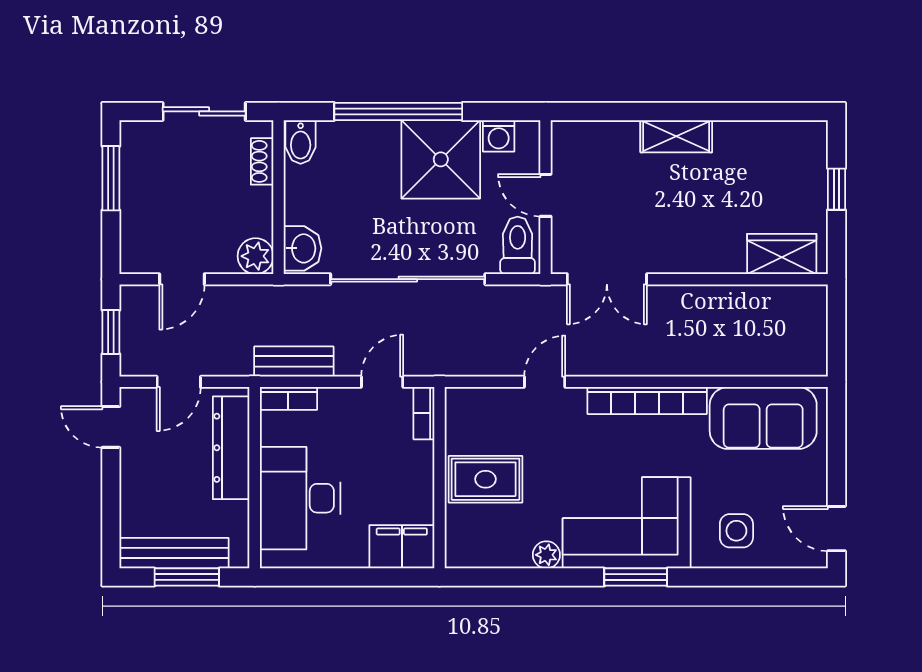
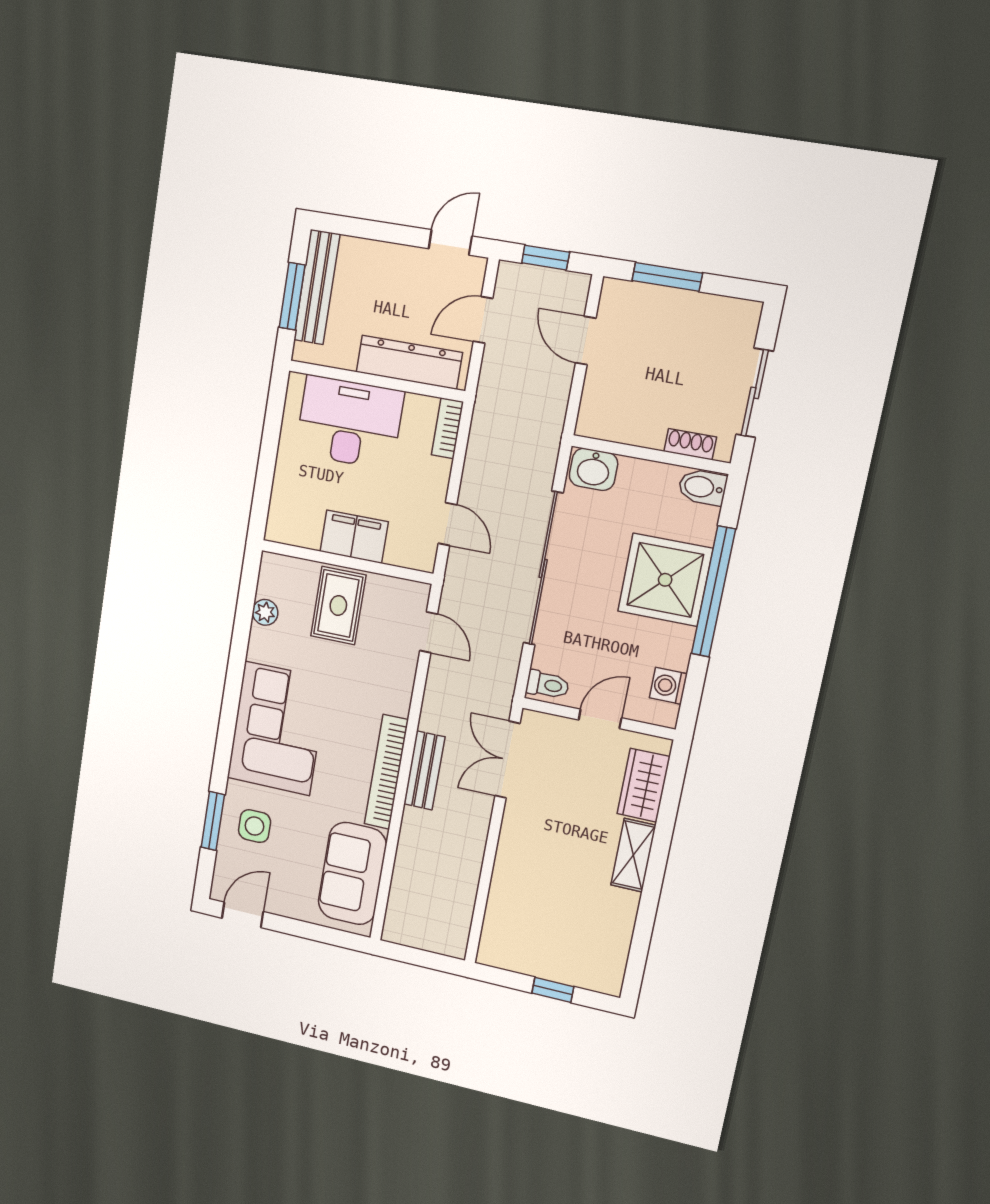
shower: (441, 159) -> (665, 580), moved
window: (111, 178) -> (667, 277), moved
toilet: (518, 245) -> (547, 685), width x0.73, depth x0.72
wardrobe: (782, 254) -> (644, 785), moved, turned 180
plant: (256, 256) -> (595, 420), removed
bench: (294, 362) -> (424, 770), moved
door: (179, 382) -> (483, 320), hinge flipped
door: (545, 382) -> (429, 632), moved
bookcase: (424, 413) -> (410, 559), removed
filing cabinet: (402, 547) -> (354, 537), moved, turned -90
plant: (546, 555) -> (265, 612), moved
window: (636, 577) -> (213, 821), moved

